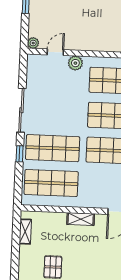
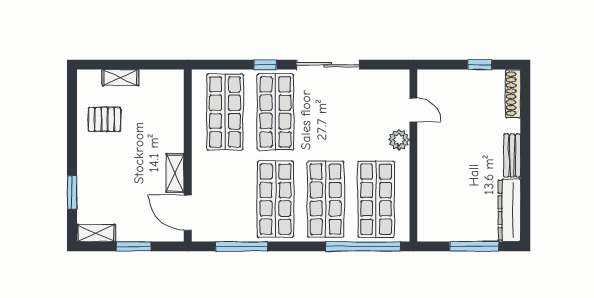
plant: (33, 43) -> (425, 78), removed
shelving: (81, 219) -> (175, 173), moved
shelving: (25, 232) -> (120, 78), moved

